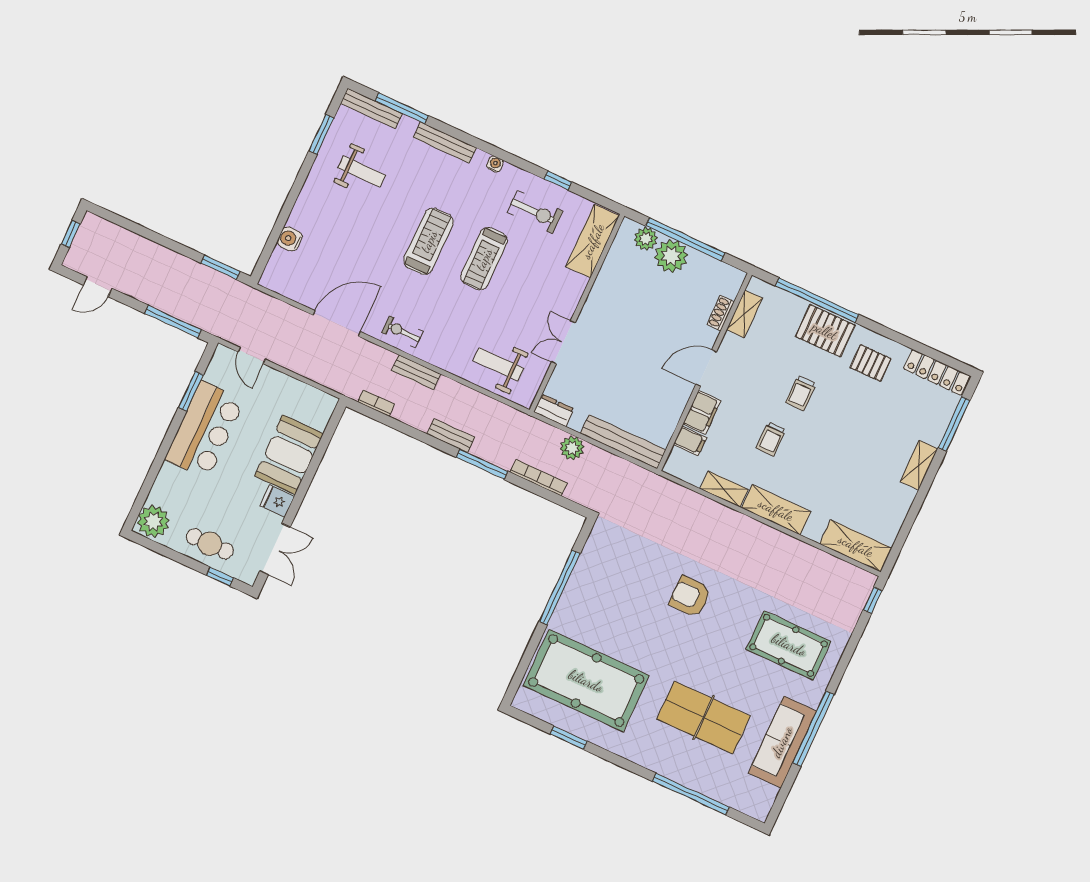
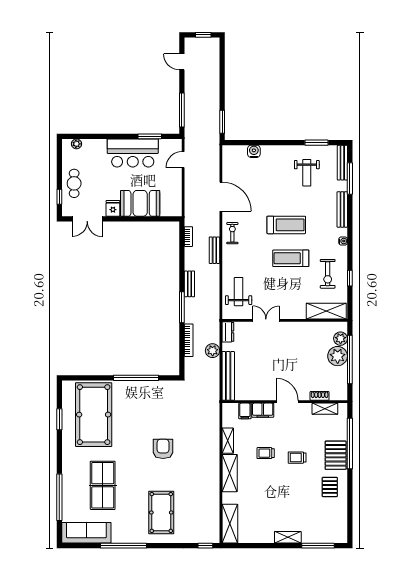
locker: (937, 372) -> (341, 524), removed
plant: (153, 521) -> (76, 144), width x0.53, depth x0.53
sofa: (782, 742) -> (86, 533), moved

